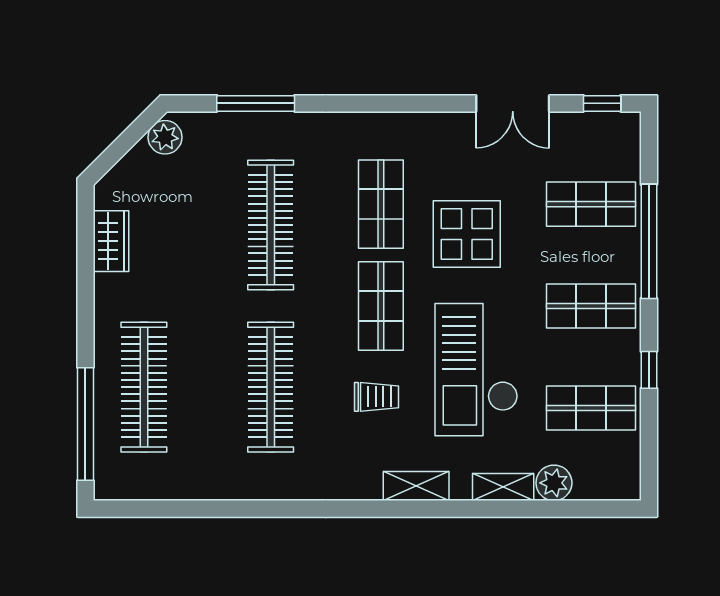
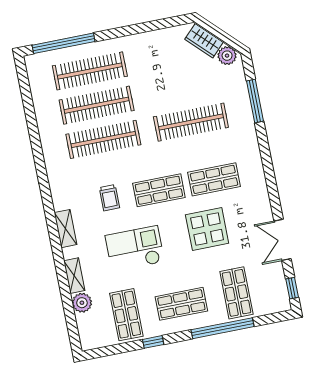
wardrobe: (111, 241) -> (204, 41), moved, turned 45
shop shelf: (591, 306) -> (181, 304), turned 90
checkout: (476, 370) -> (135, 249), width x0.73, depth x0.83
clothes rail: (207, 387) -> (97, 105), added

